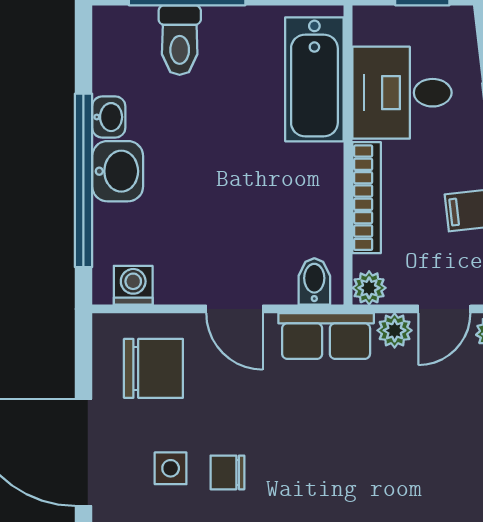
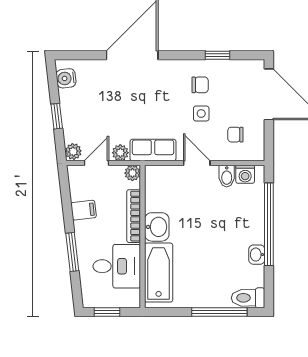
toilet: (180, 40) -> (248, 298), moved, turned -90
washbasin: (118, 171) -> (157, 227), moved, turned 180
bidet: (314, 281) -> (227, 176), moved
chair: (153, 368) -> (235, 135), width x0.54, depth x0.54
side table: (171, 468) -> (201, 114), moved

